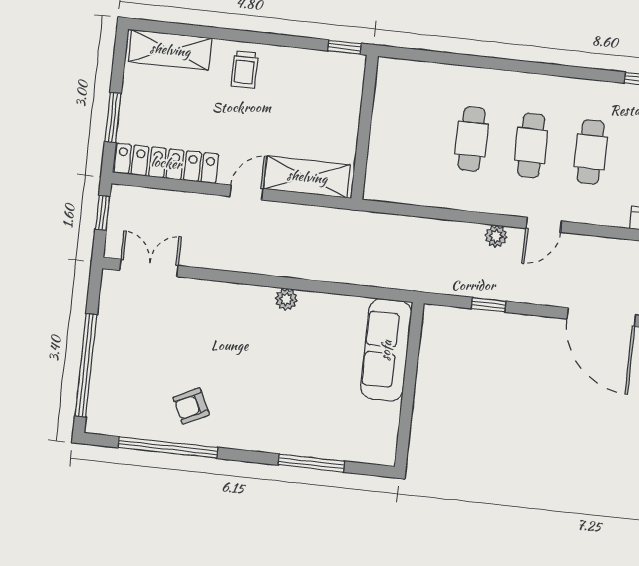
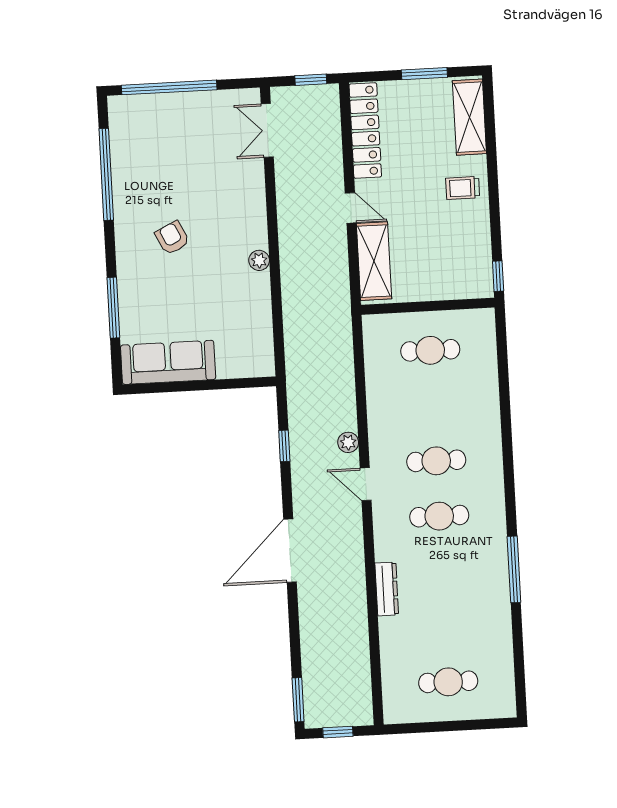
window: (113, 118) -> (424, 74), moved
cafe table: (472, 139) -> (430, 350), moved
double door: (149, 268) -> (267, 130), swing flipped
sofa: (386, 350) -> (168, 362), moved
armchair: (191, 406) -> (172, 238), moved

